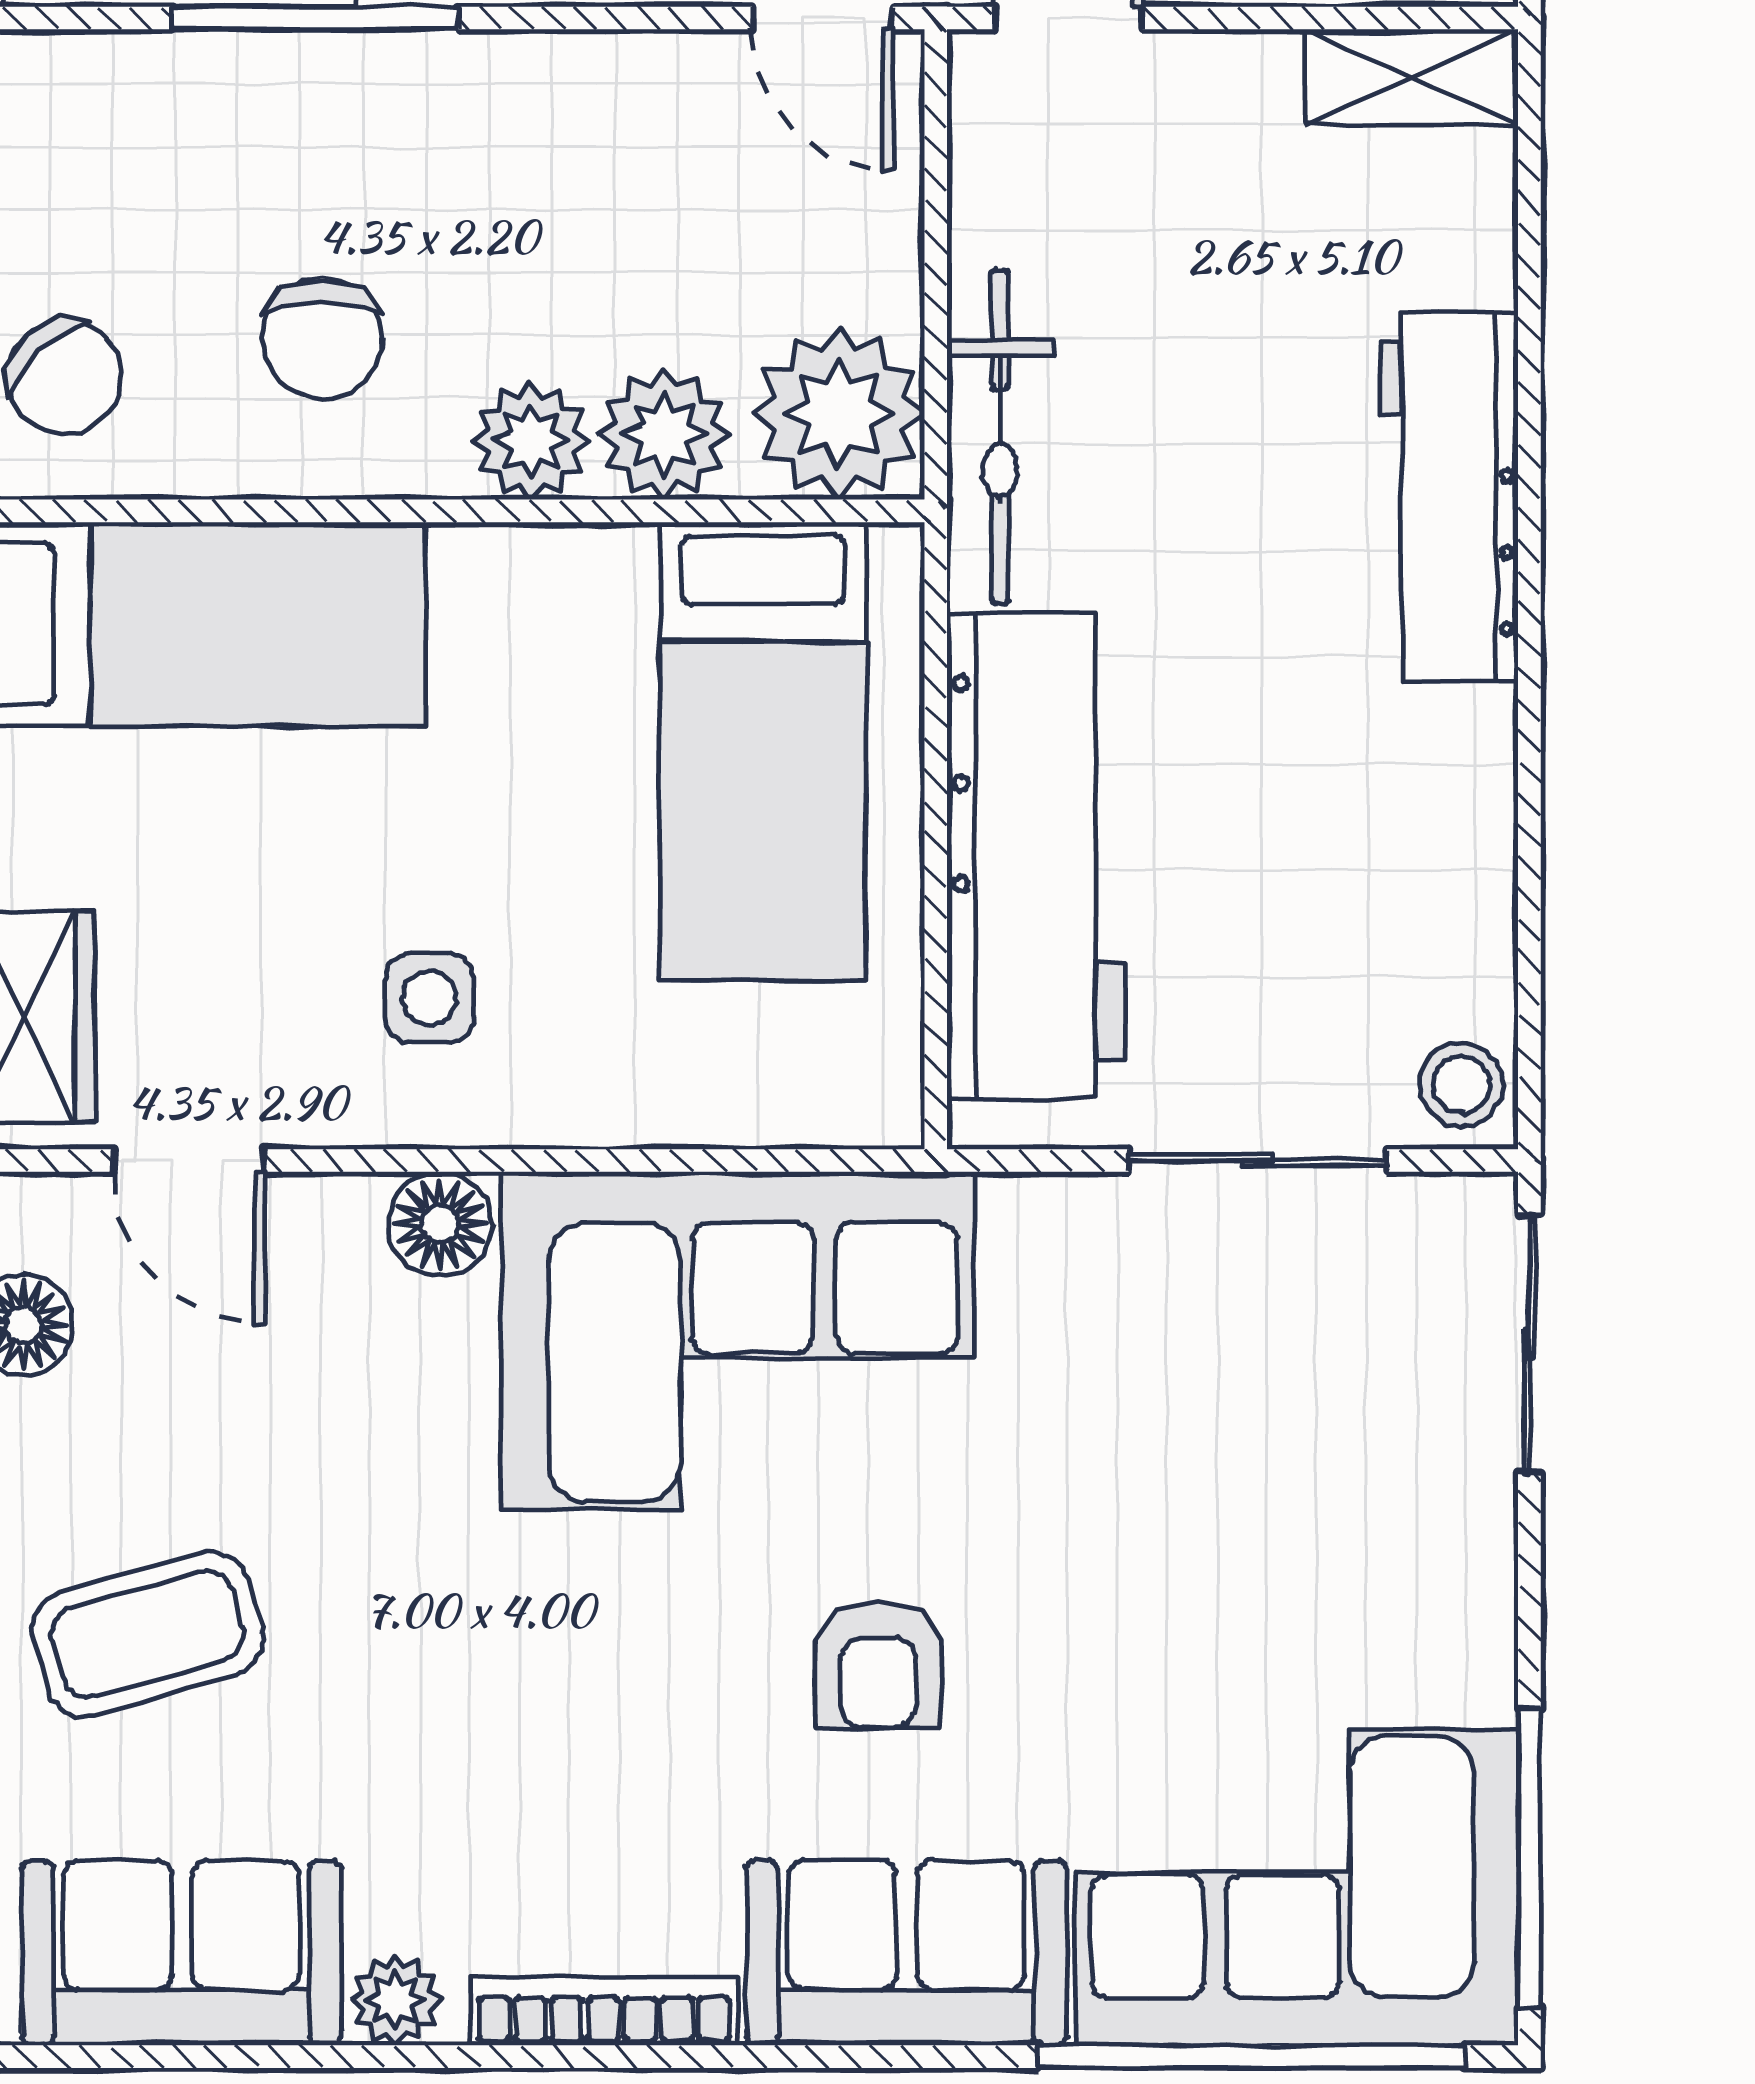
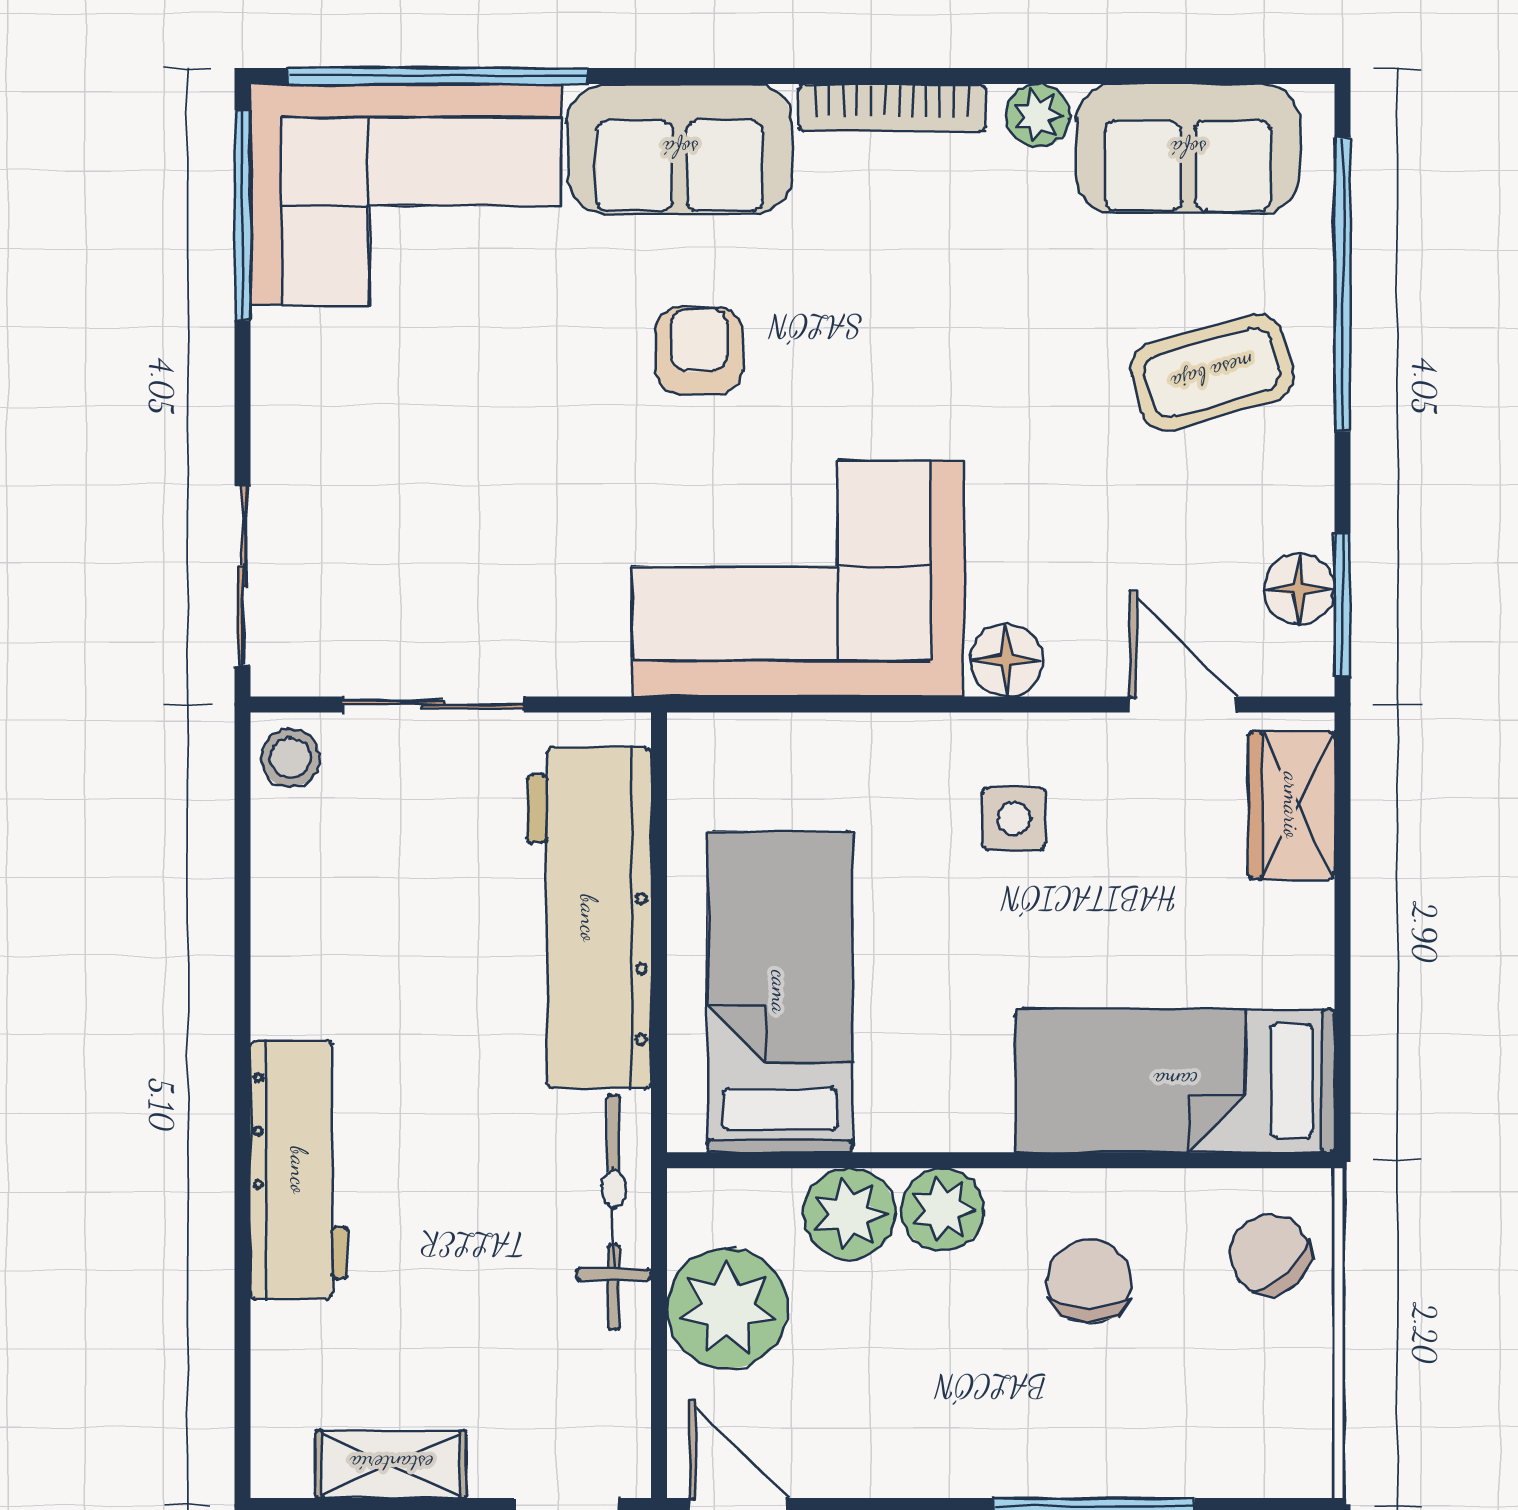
shelving: (1411, 77) -> (391, 1464), moved
plant: (838, 414) -> (727, 1308), moved

